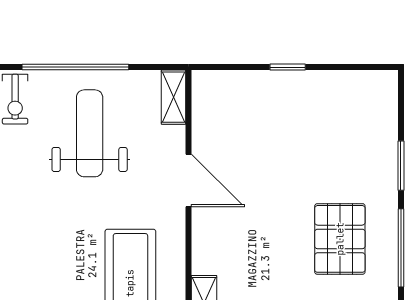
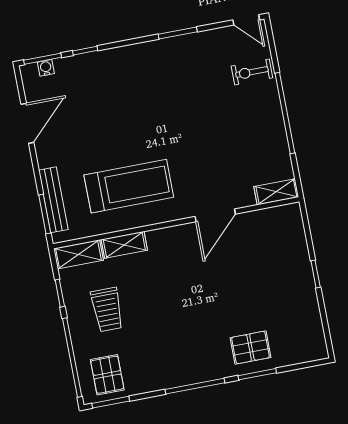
weight bench: (90, 133) -> (237, 133), removed
pallet: (340, 239) -> (251, 348), moved, width x0.67, depth x0.71

